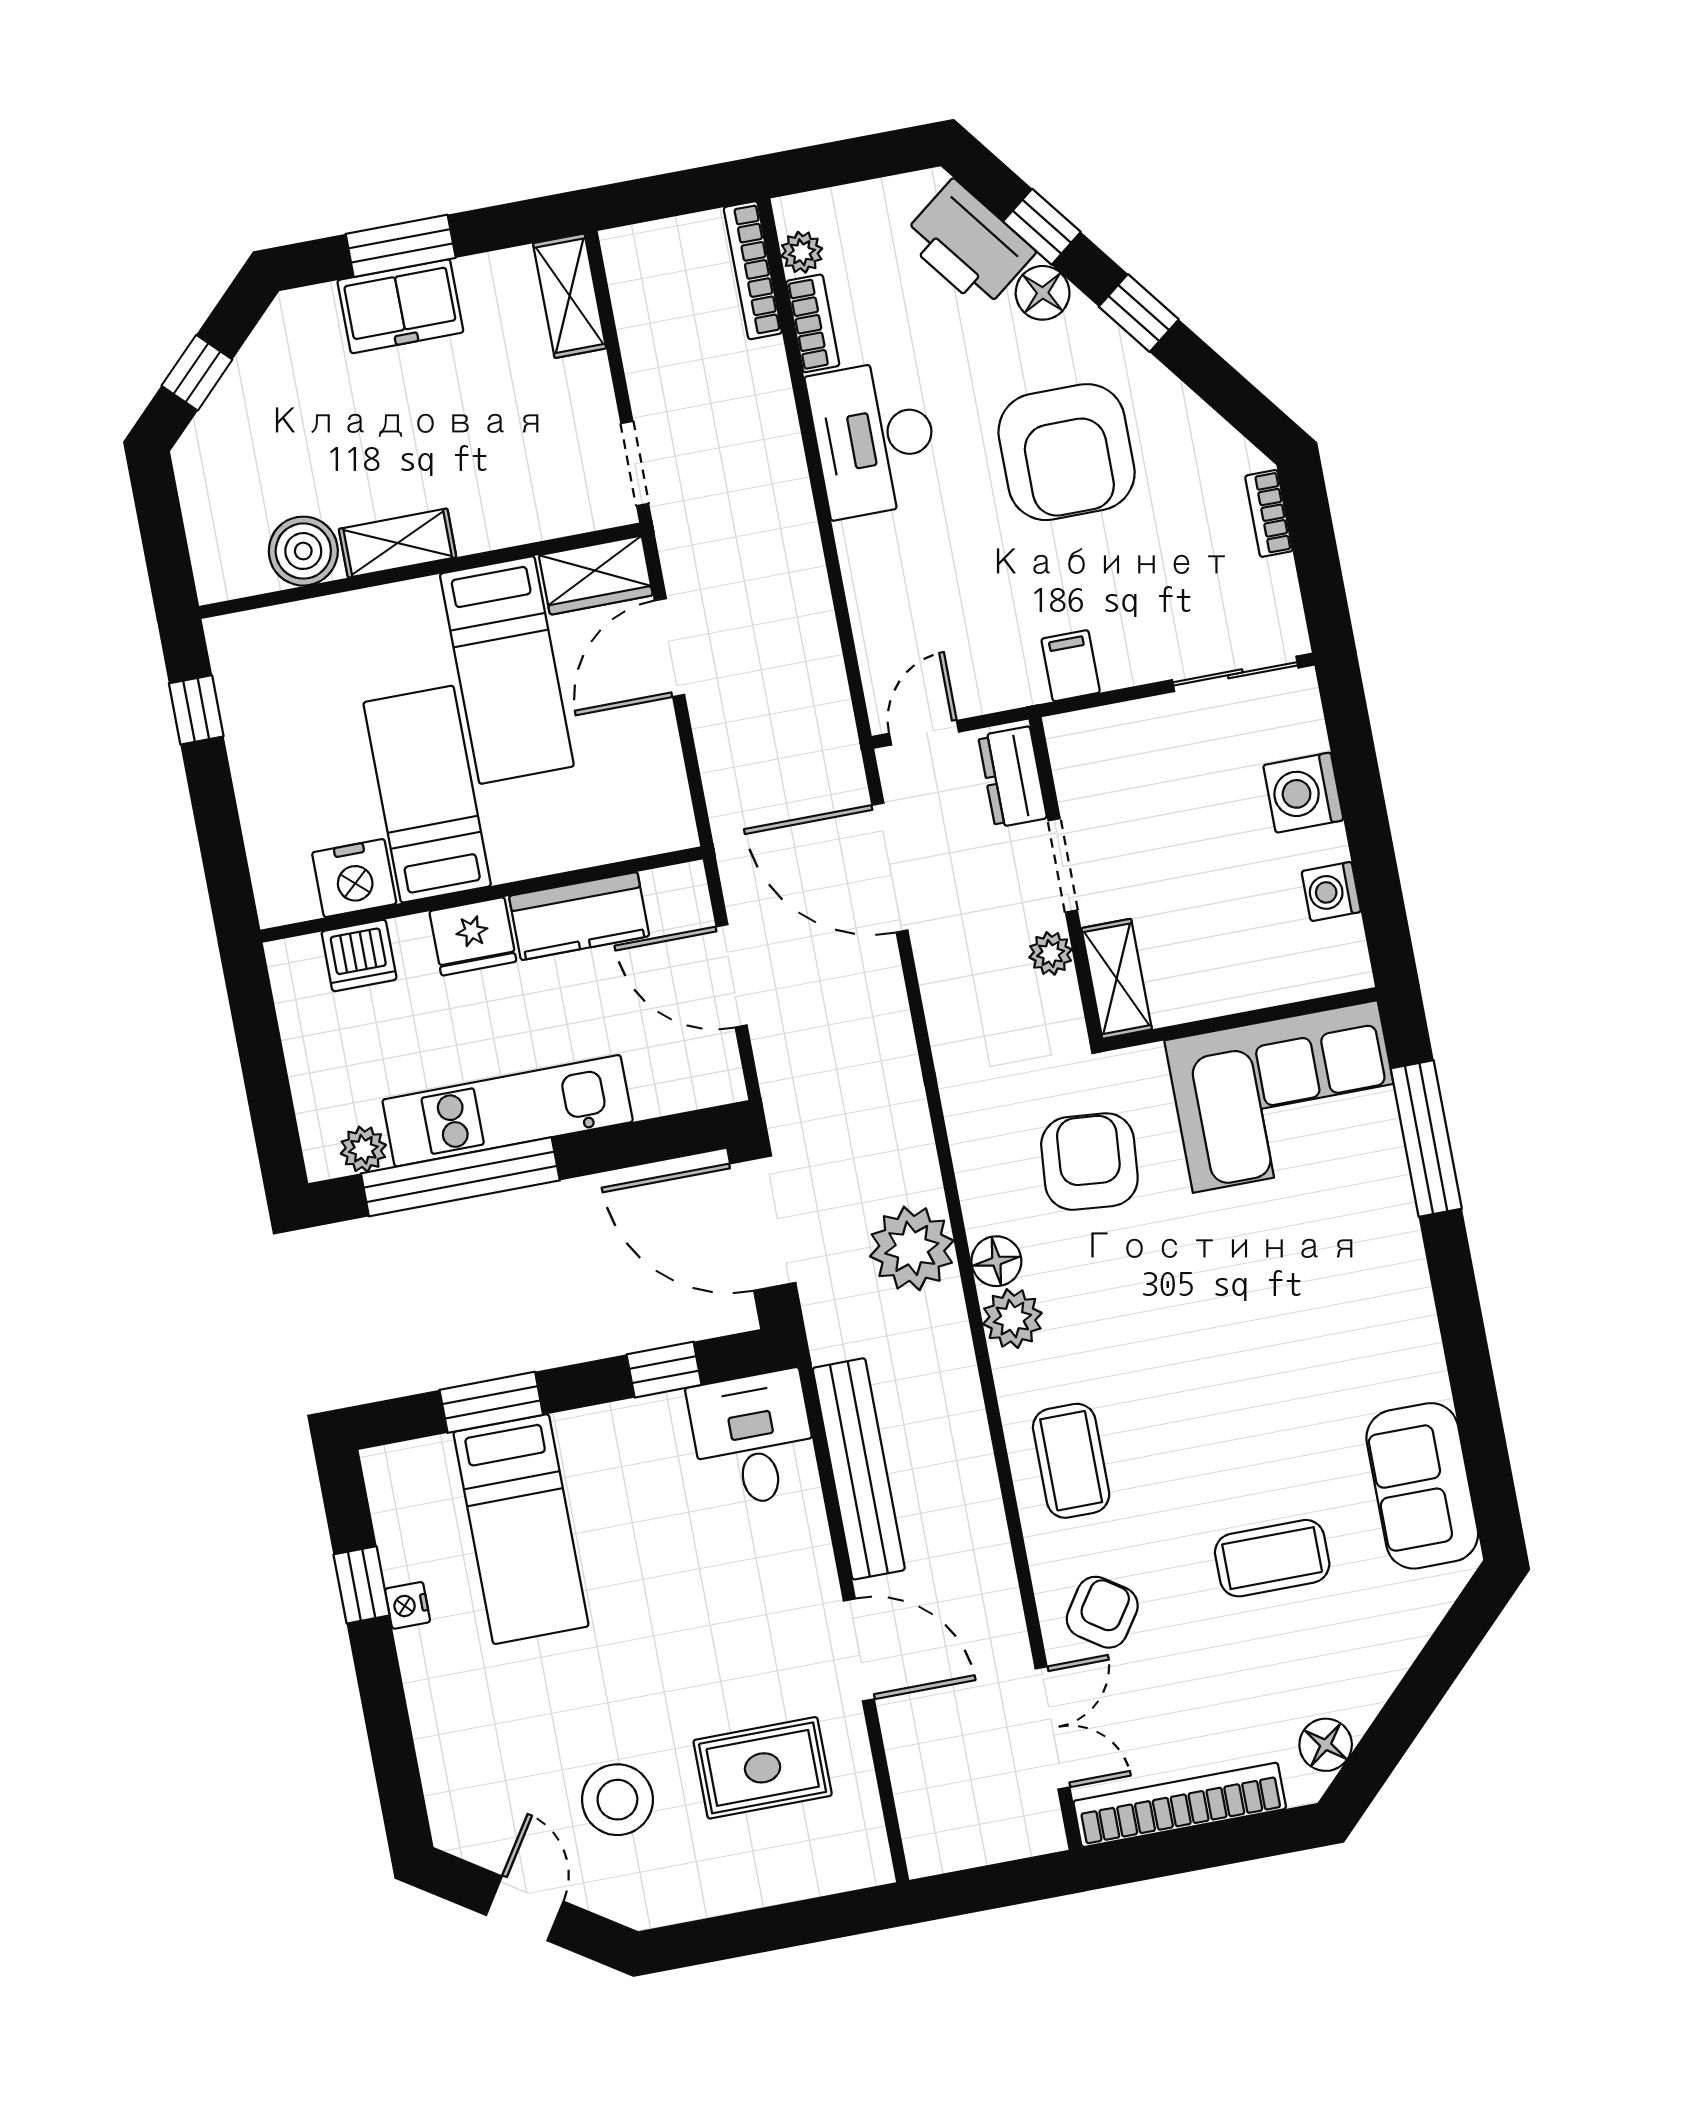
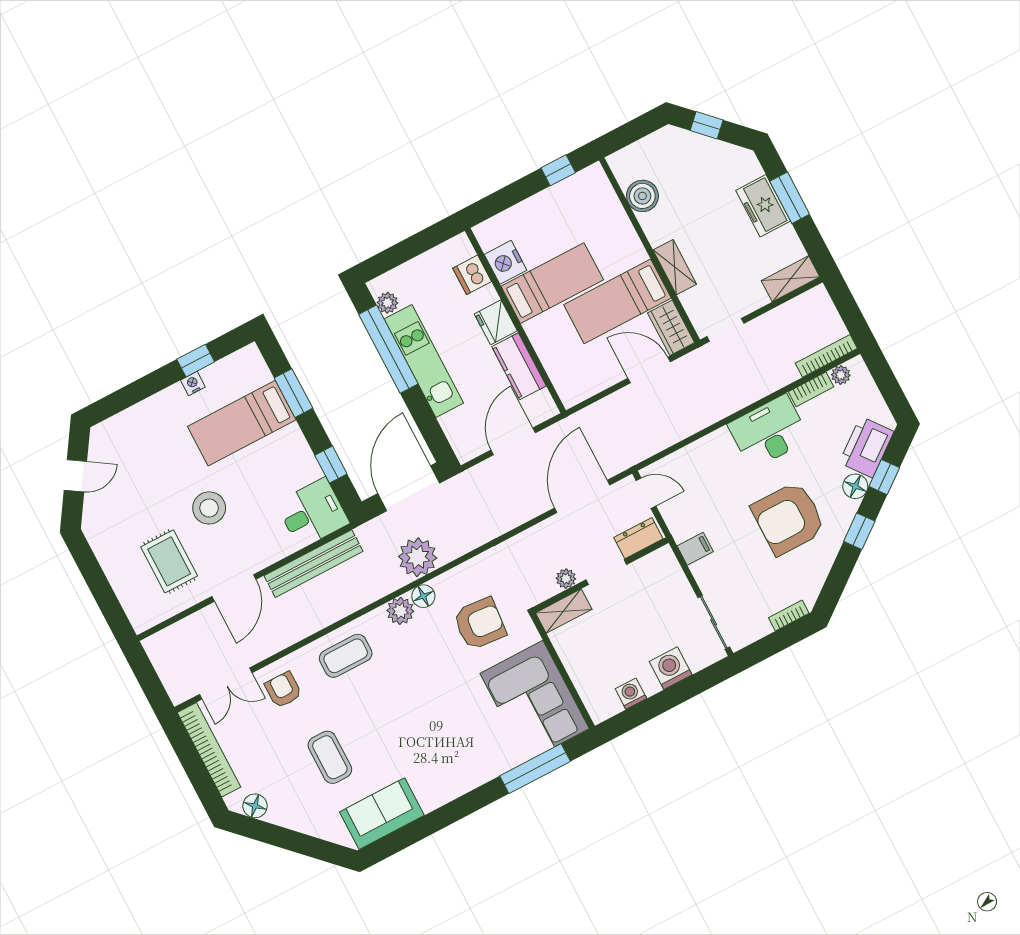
shelving: (398, 543) -> (675, 267), moved
armchair: (1102, 1612) -> (283, 690), turned -124
stool: (617, 1800) -> (209, 508), moved

